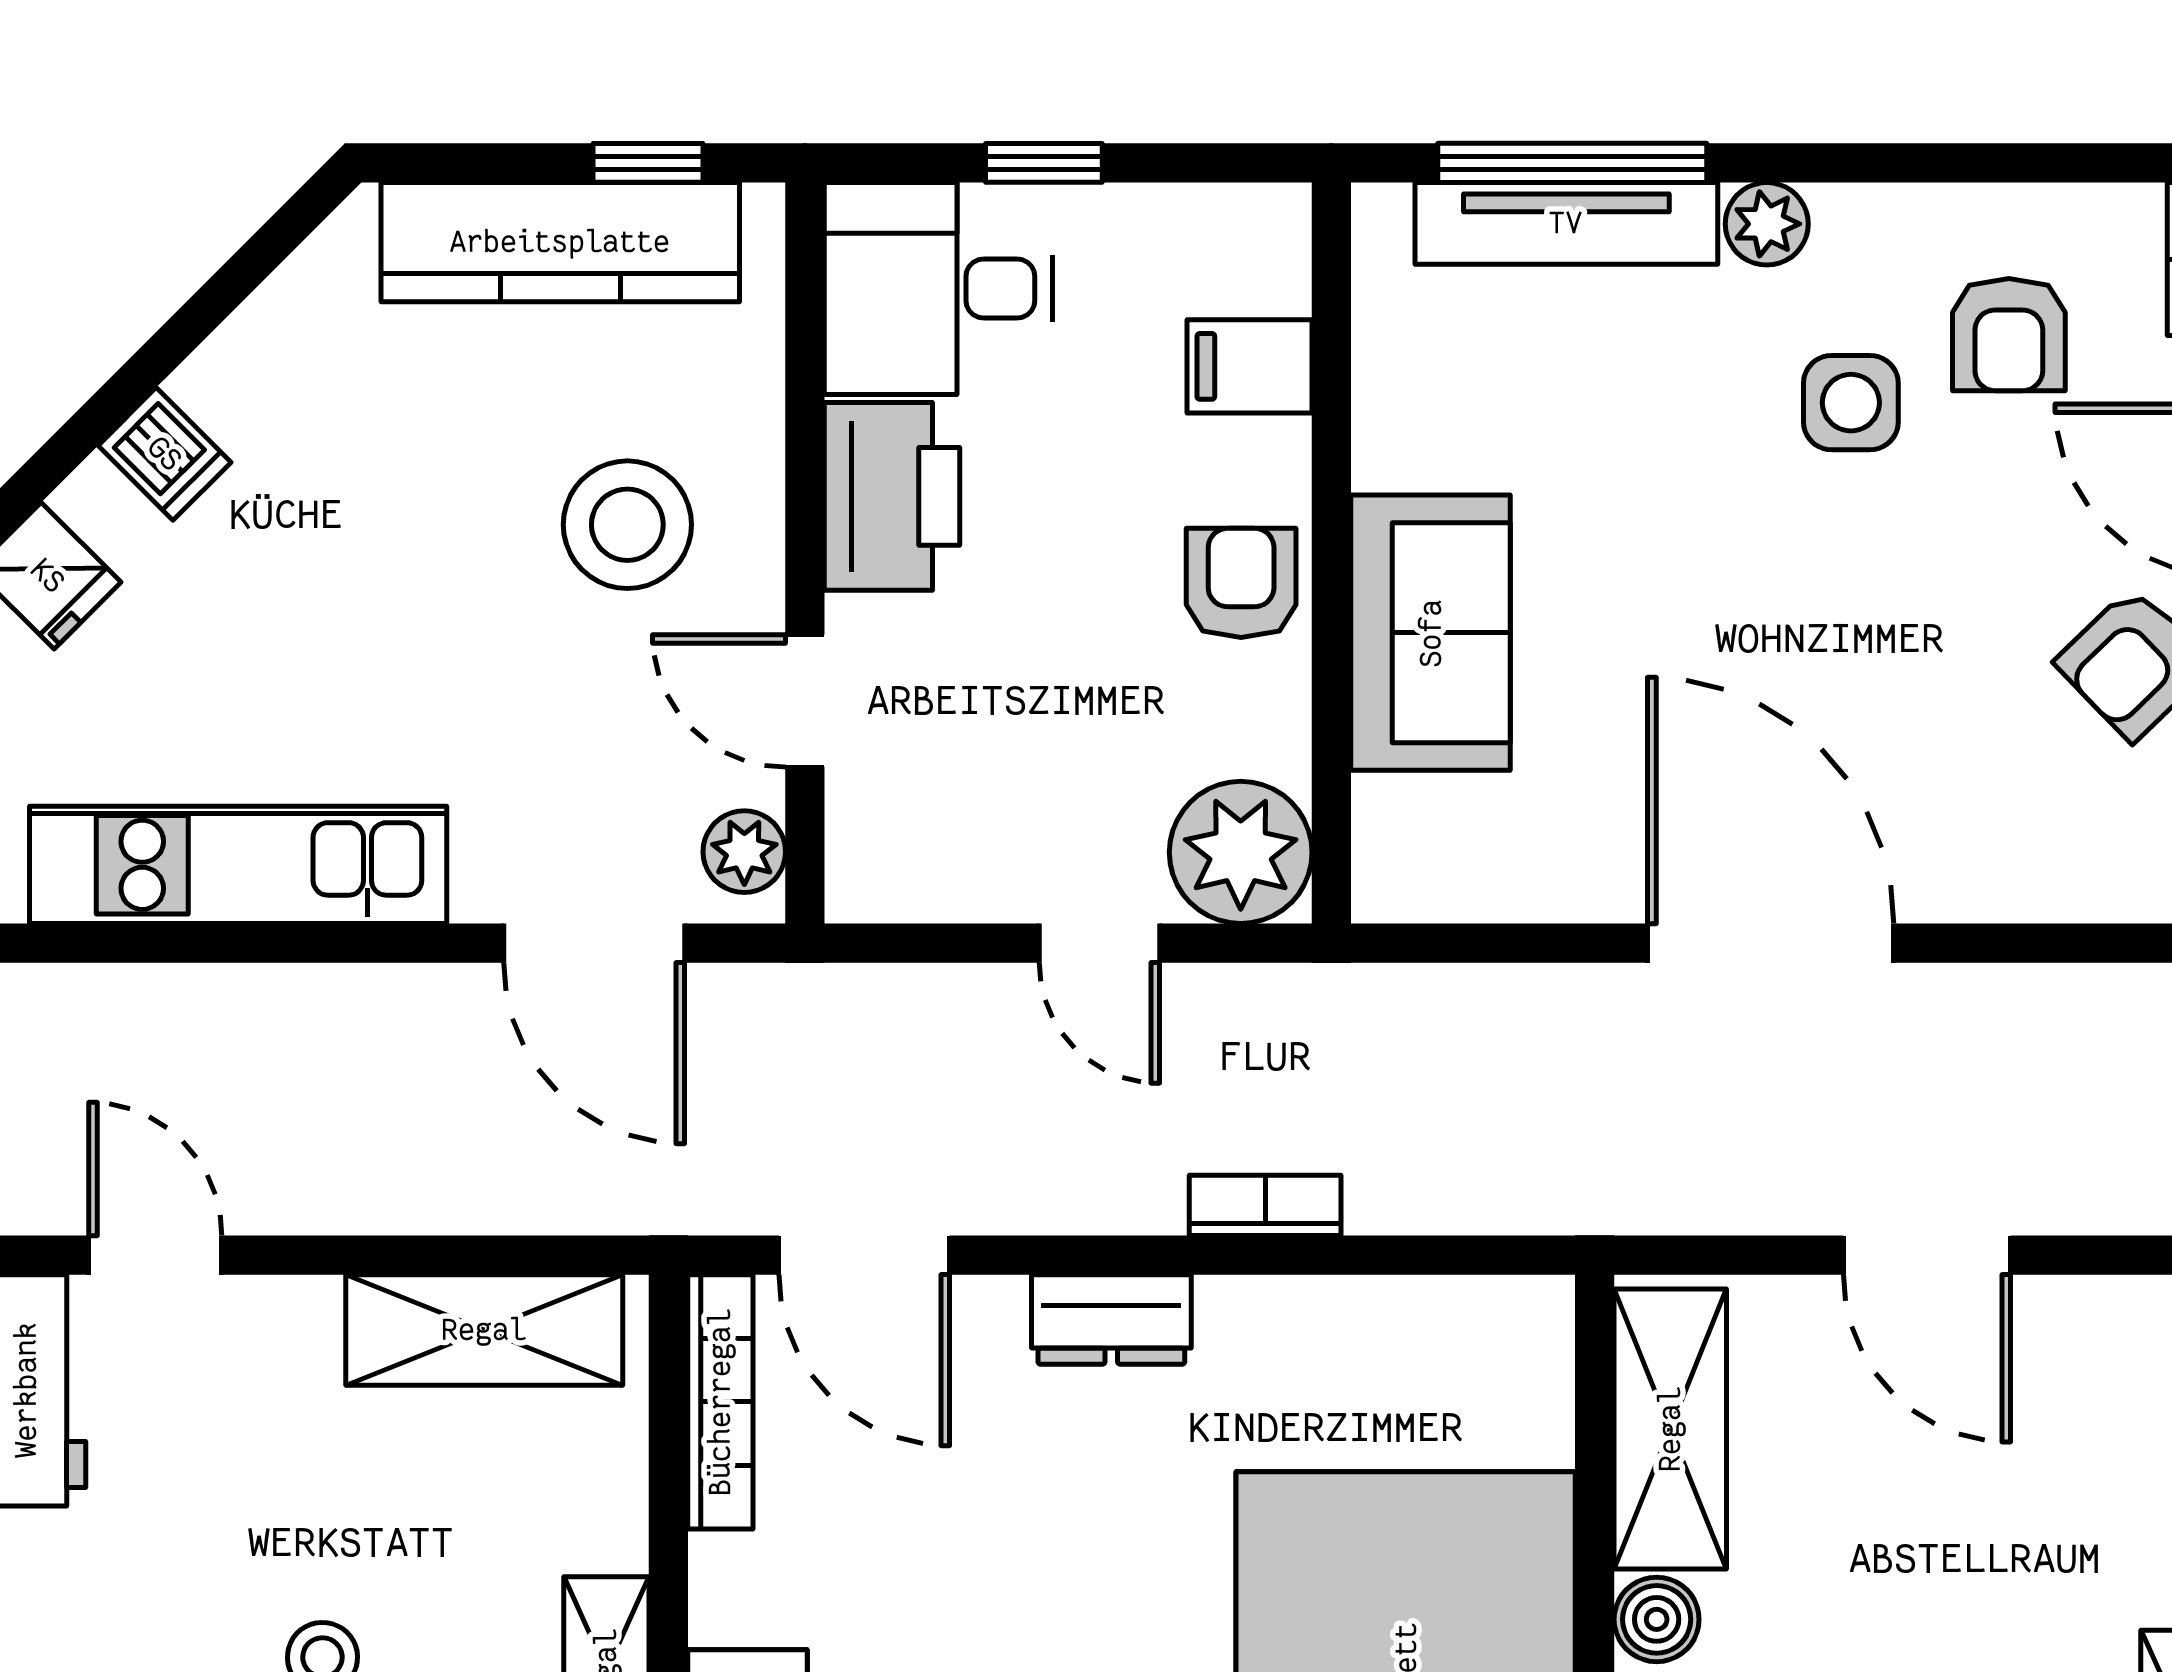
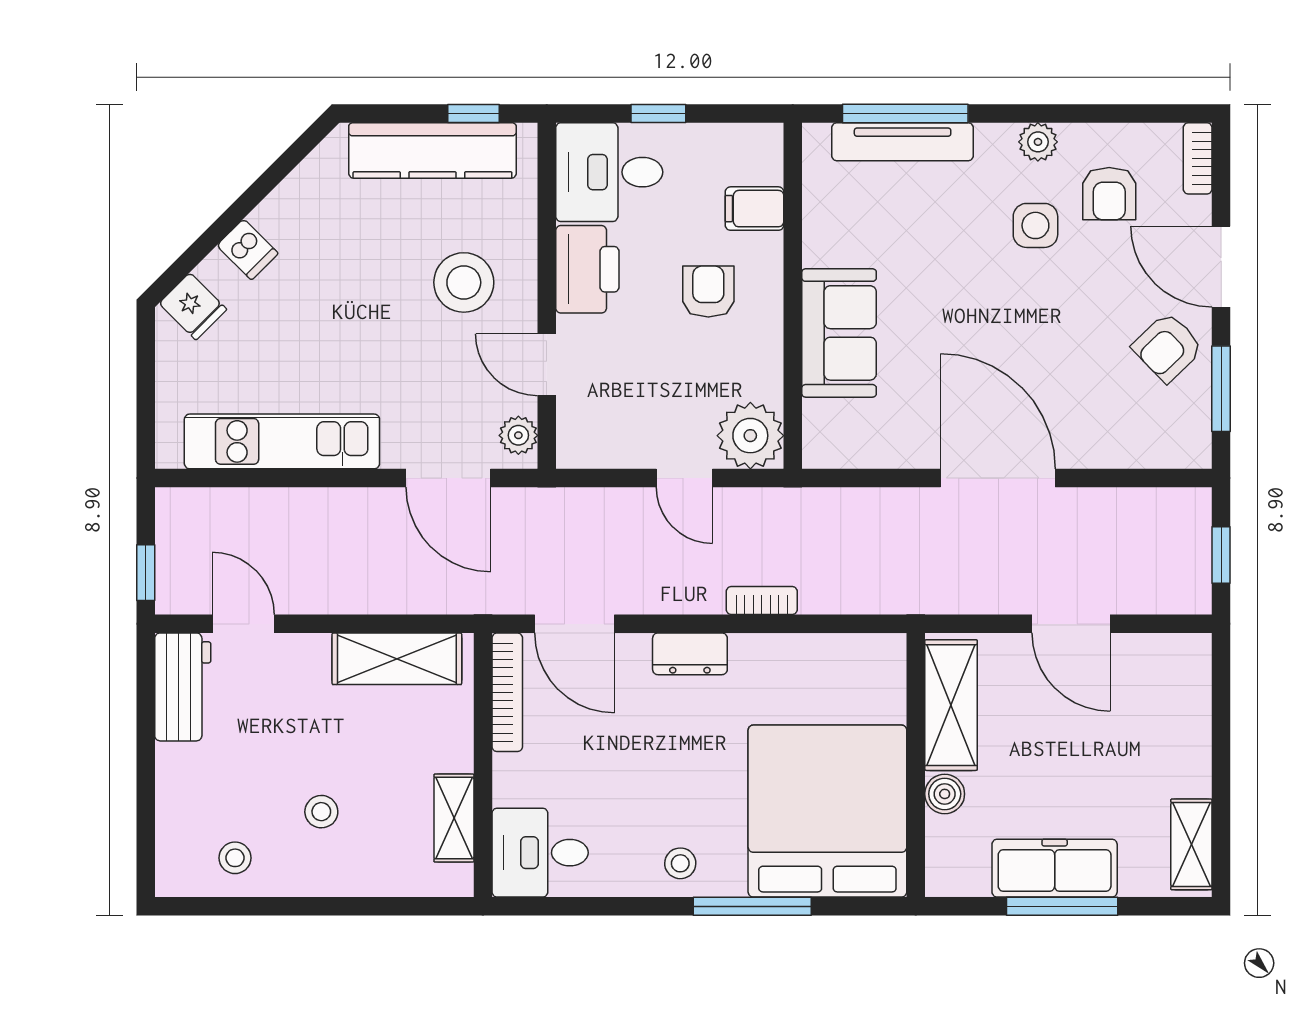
plant: (1767, 224) -> (1038, 142), moved
armchair: (1241, 583) -> (708, 291), moved

